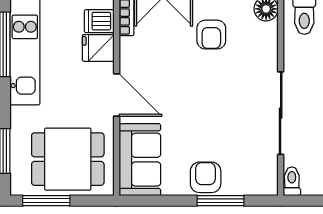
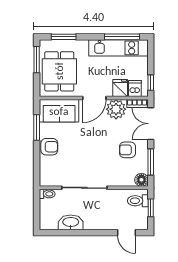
plant: (137, 55) -> (116, 109), added
window: (220, 201) -> (37, 128), moved

